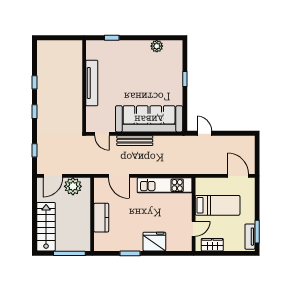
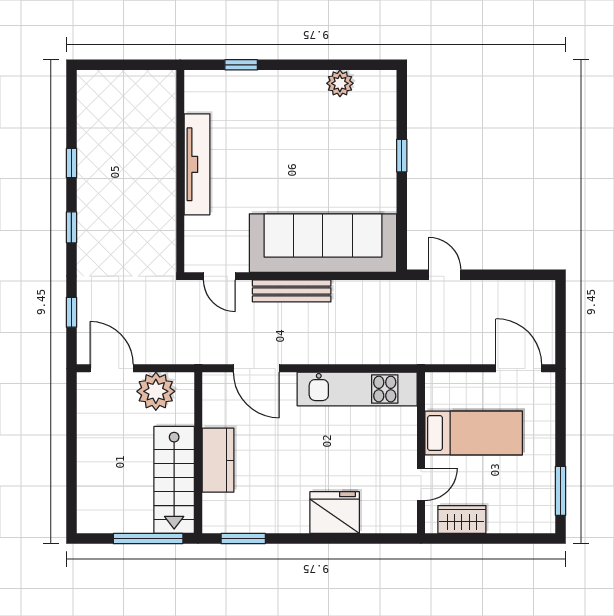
door: (53, 176) -> (112, 368), swing flipped
stairs: (46, 227) -> (174, 480), moved, turned 180
tv unit: (250, 237) -> (545, 502), removed
window: (130, 253) -> (243, 539), moved

